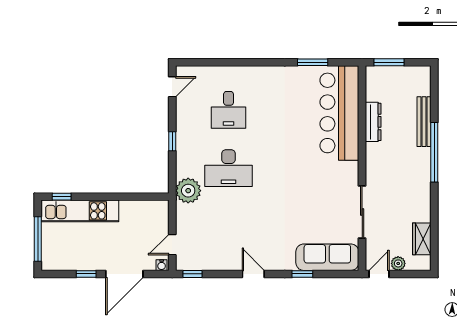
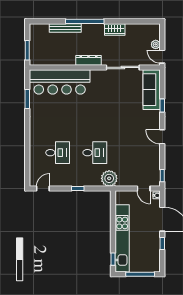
door: (172, 87) -> (43, 189), hinge flipped
dresser: (373, 122) -> (89, 60), moved
desk: (229, 168) -> (95, 153), width x0.73
kitchen unit: (80, 211) -> (122, 238), width x1.36
wardrobe: (422, 239) -> (115, 29), moved
door: (253, 274) -> (162, 137), hinge flipped

